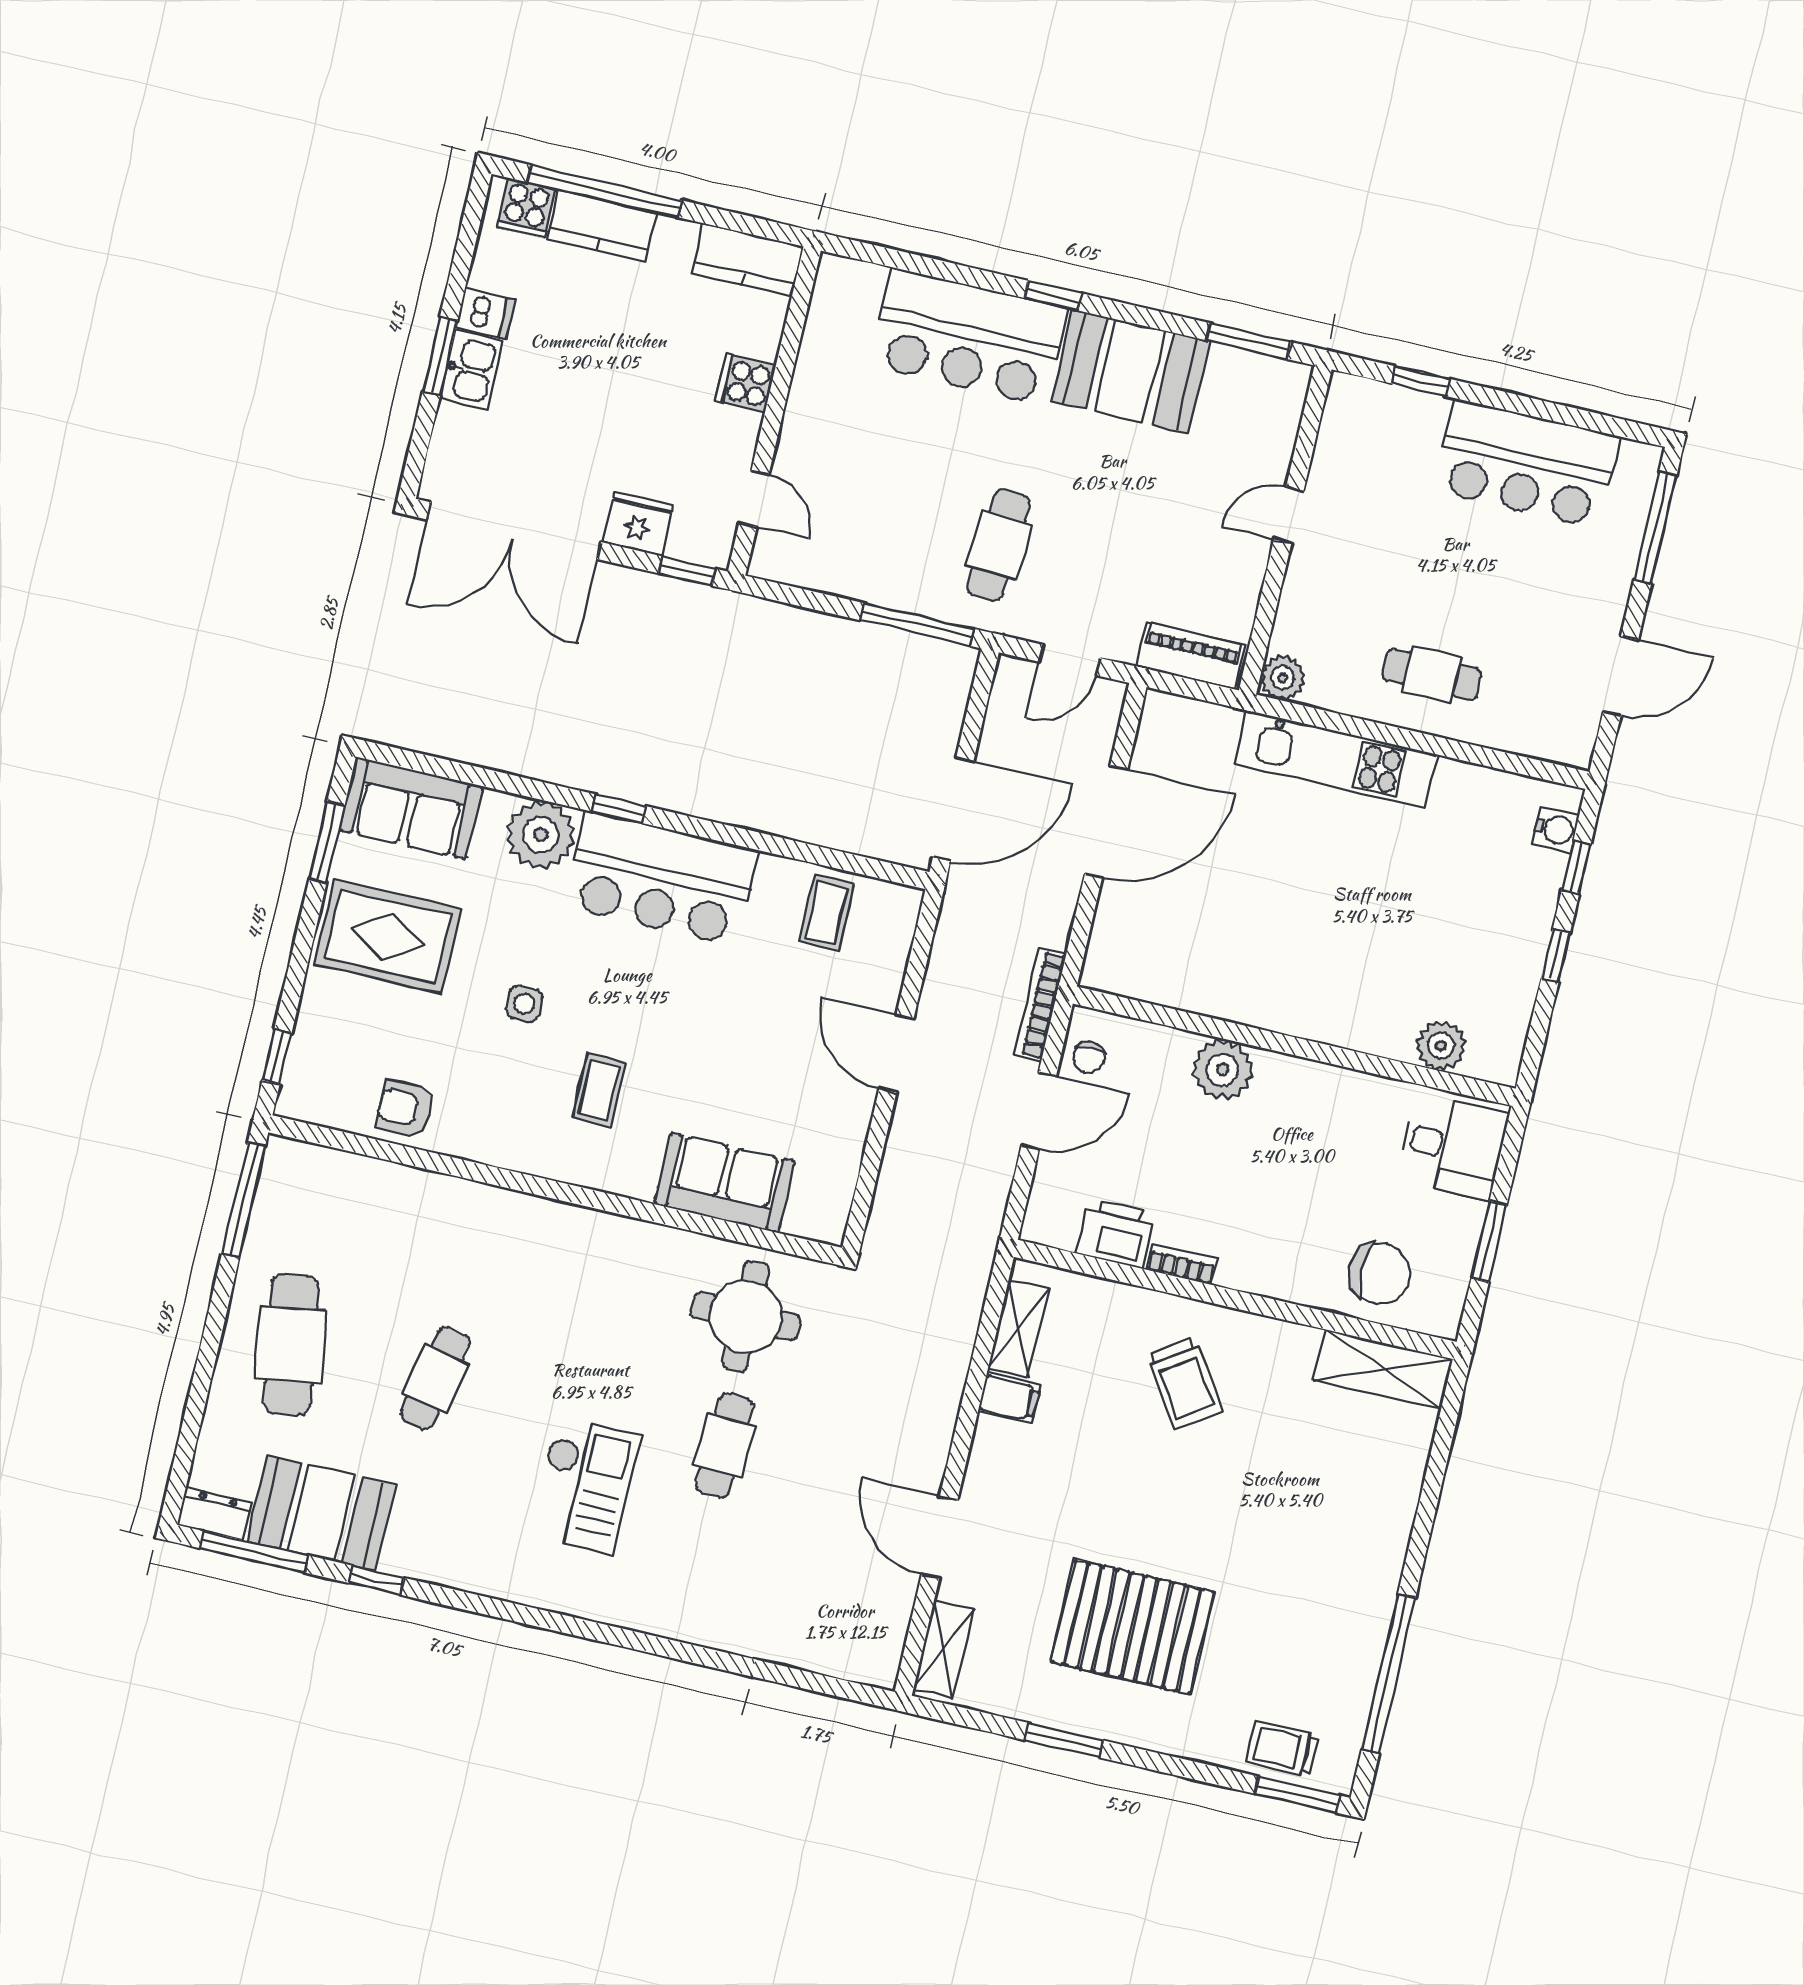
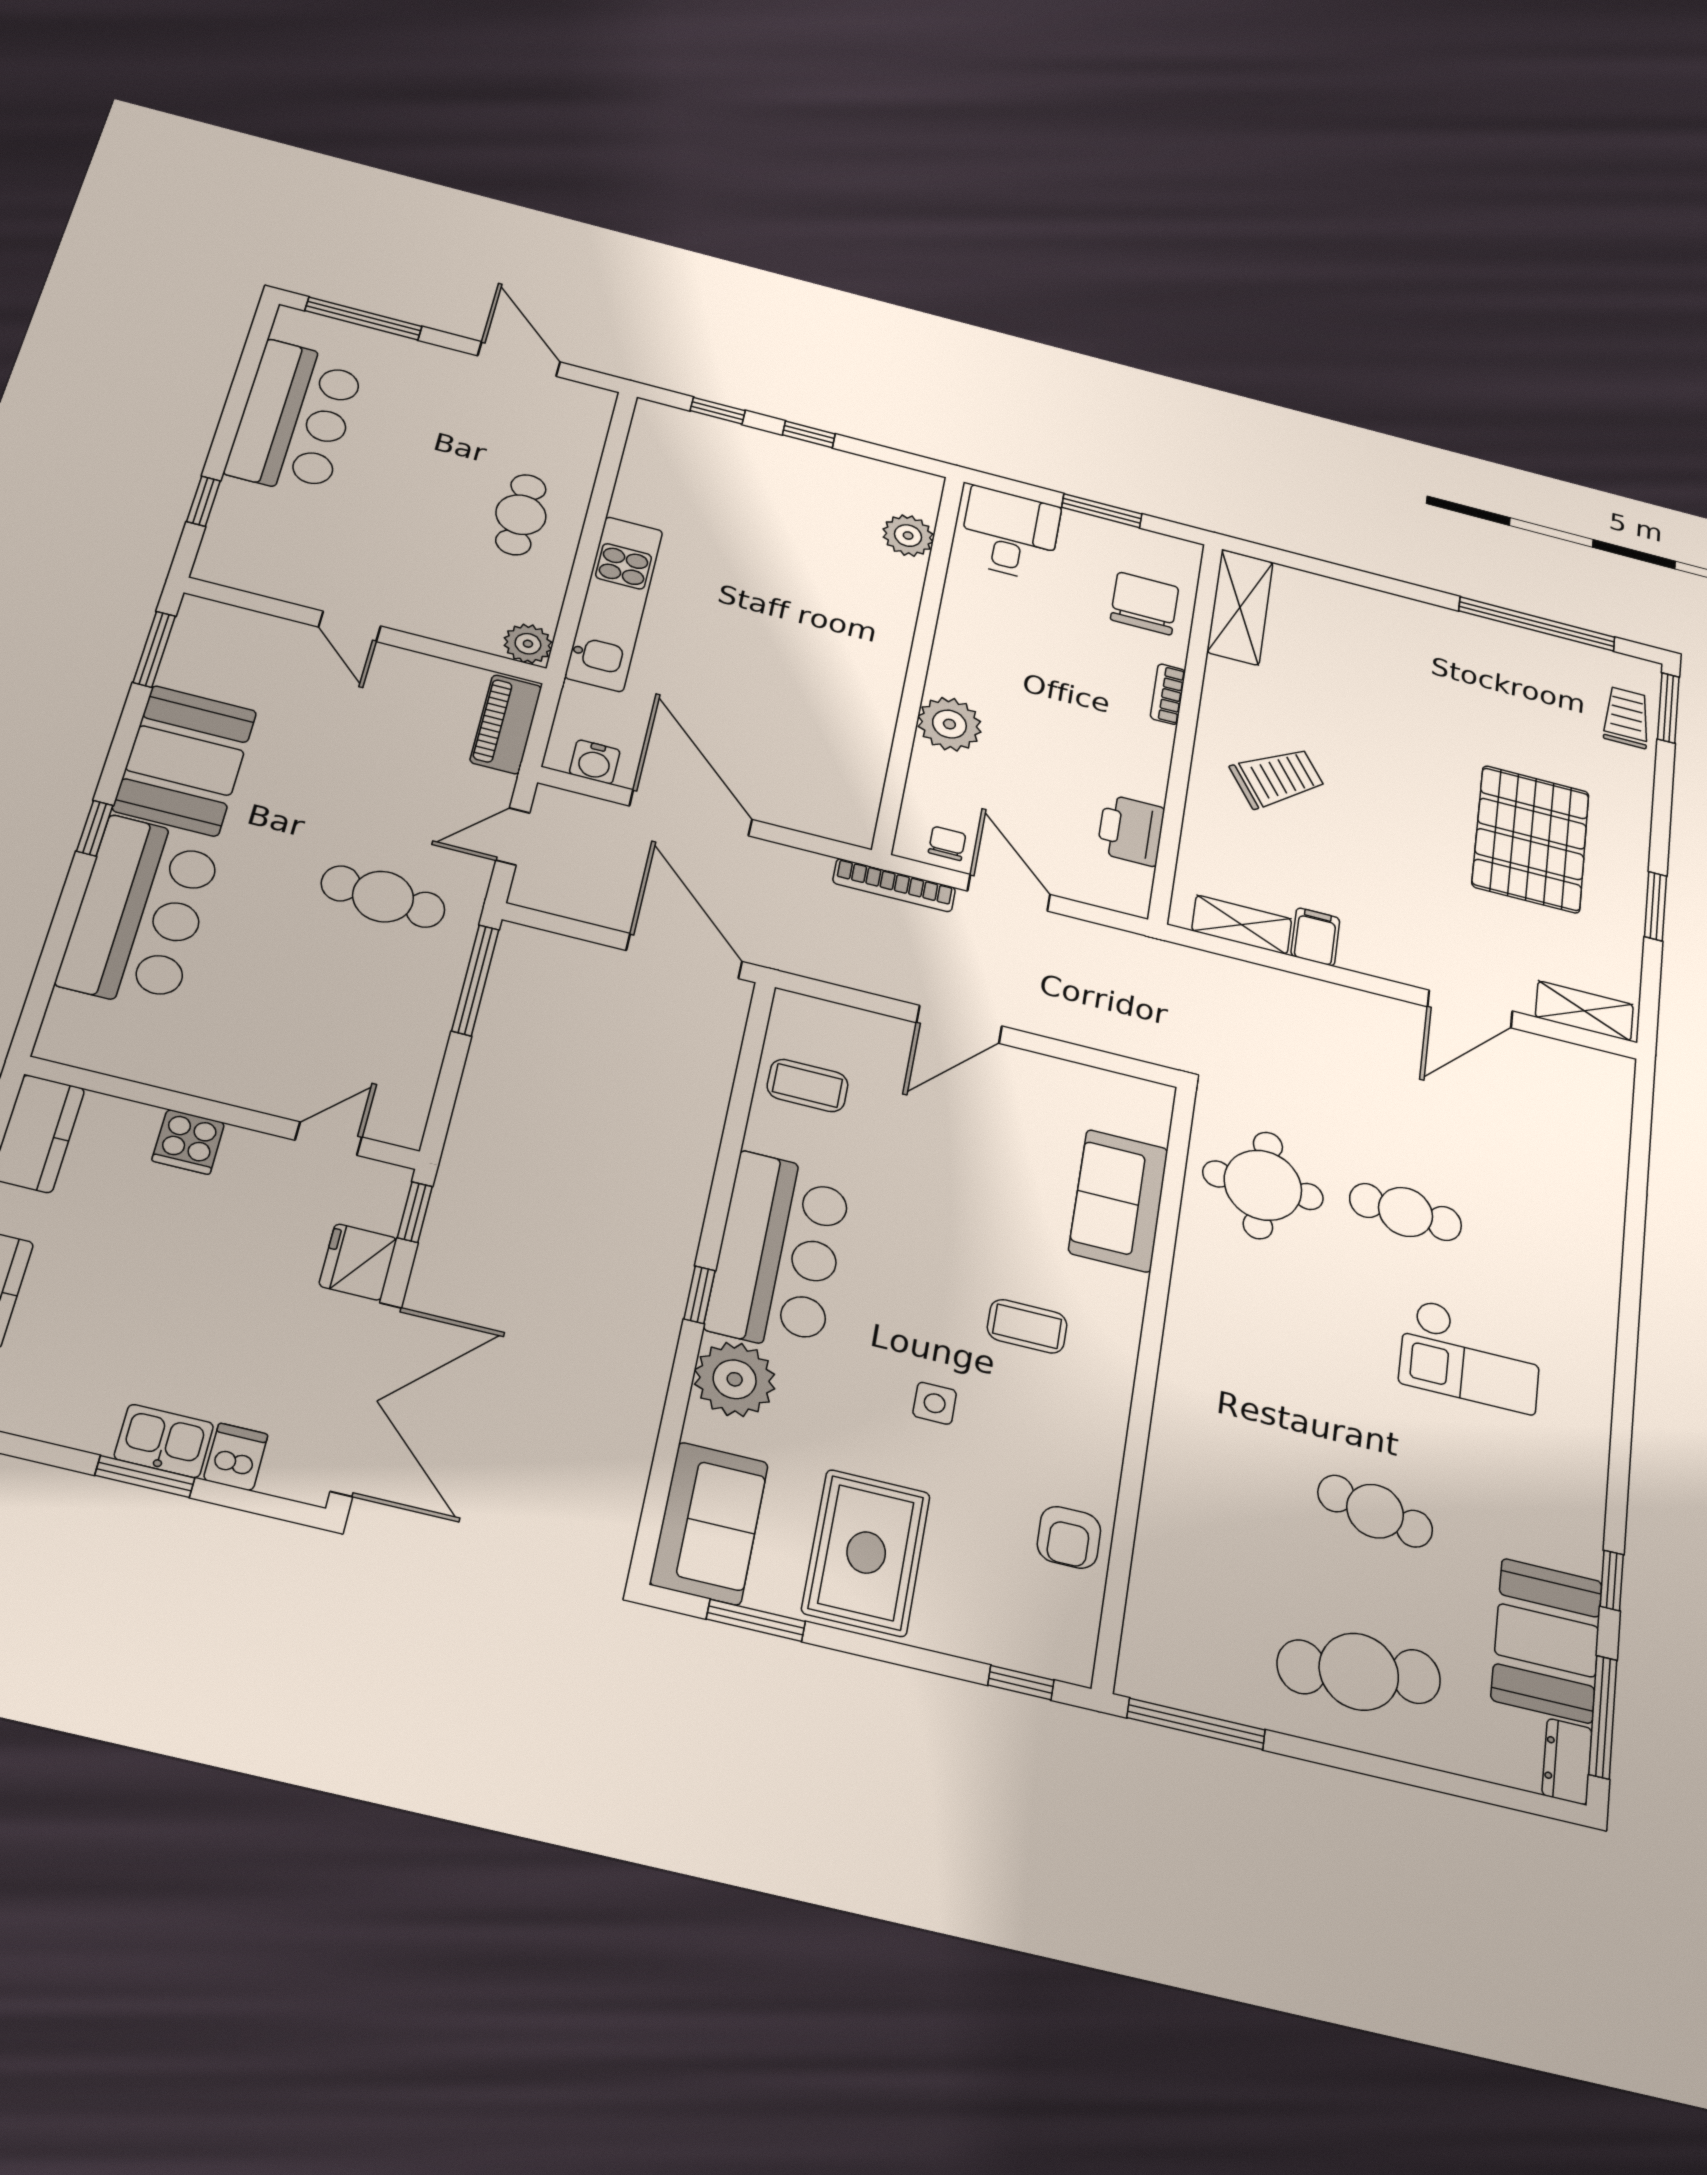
dishwasher: (485, 314) -> (236, 1457), moved
door: (1069, 660) -> (513, 837), swing flipped
water cooler: (1556, 829) -> (595, 762), moved, turned 180
chair: (1089, 1057) -> (947, 843), turned -90
bookcase: (1182, 1264) -> (1168, 694), moved
checkout: (584, 1485) -> (1470, 1356), turned 180
trolley: (1282, 1749) -> (1627, 717), turned 180

